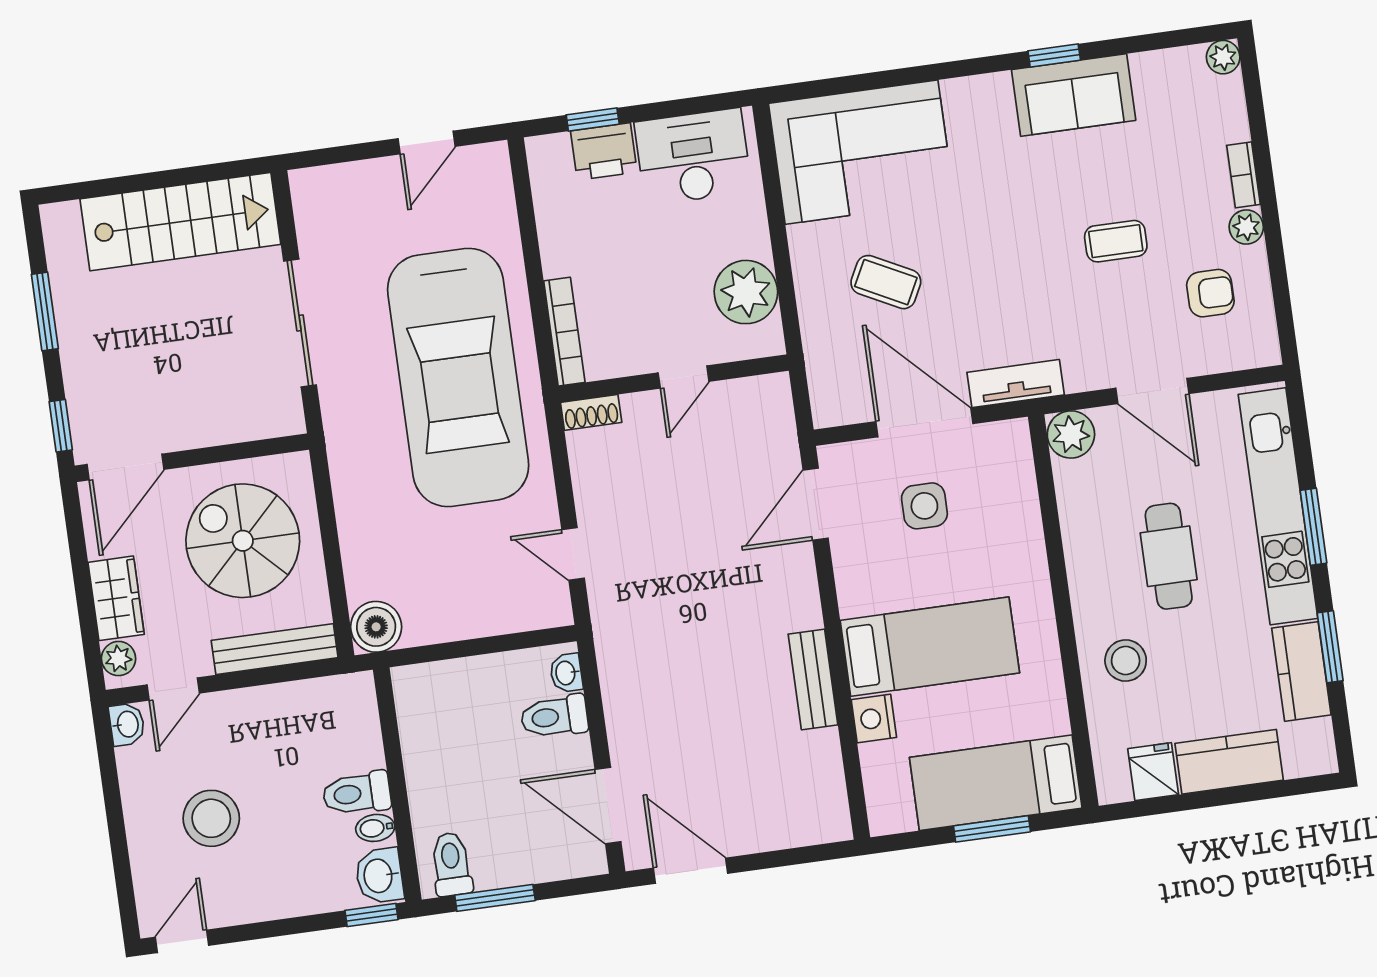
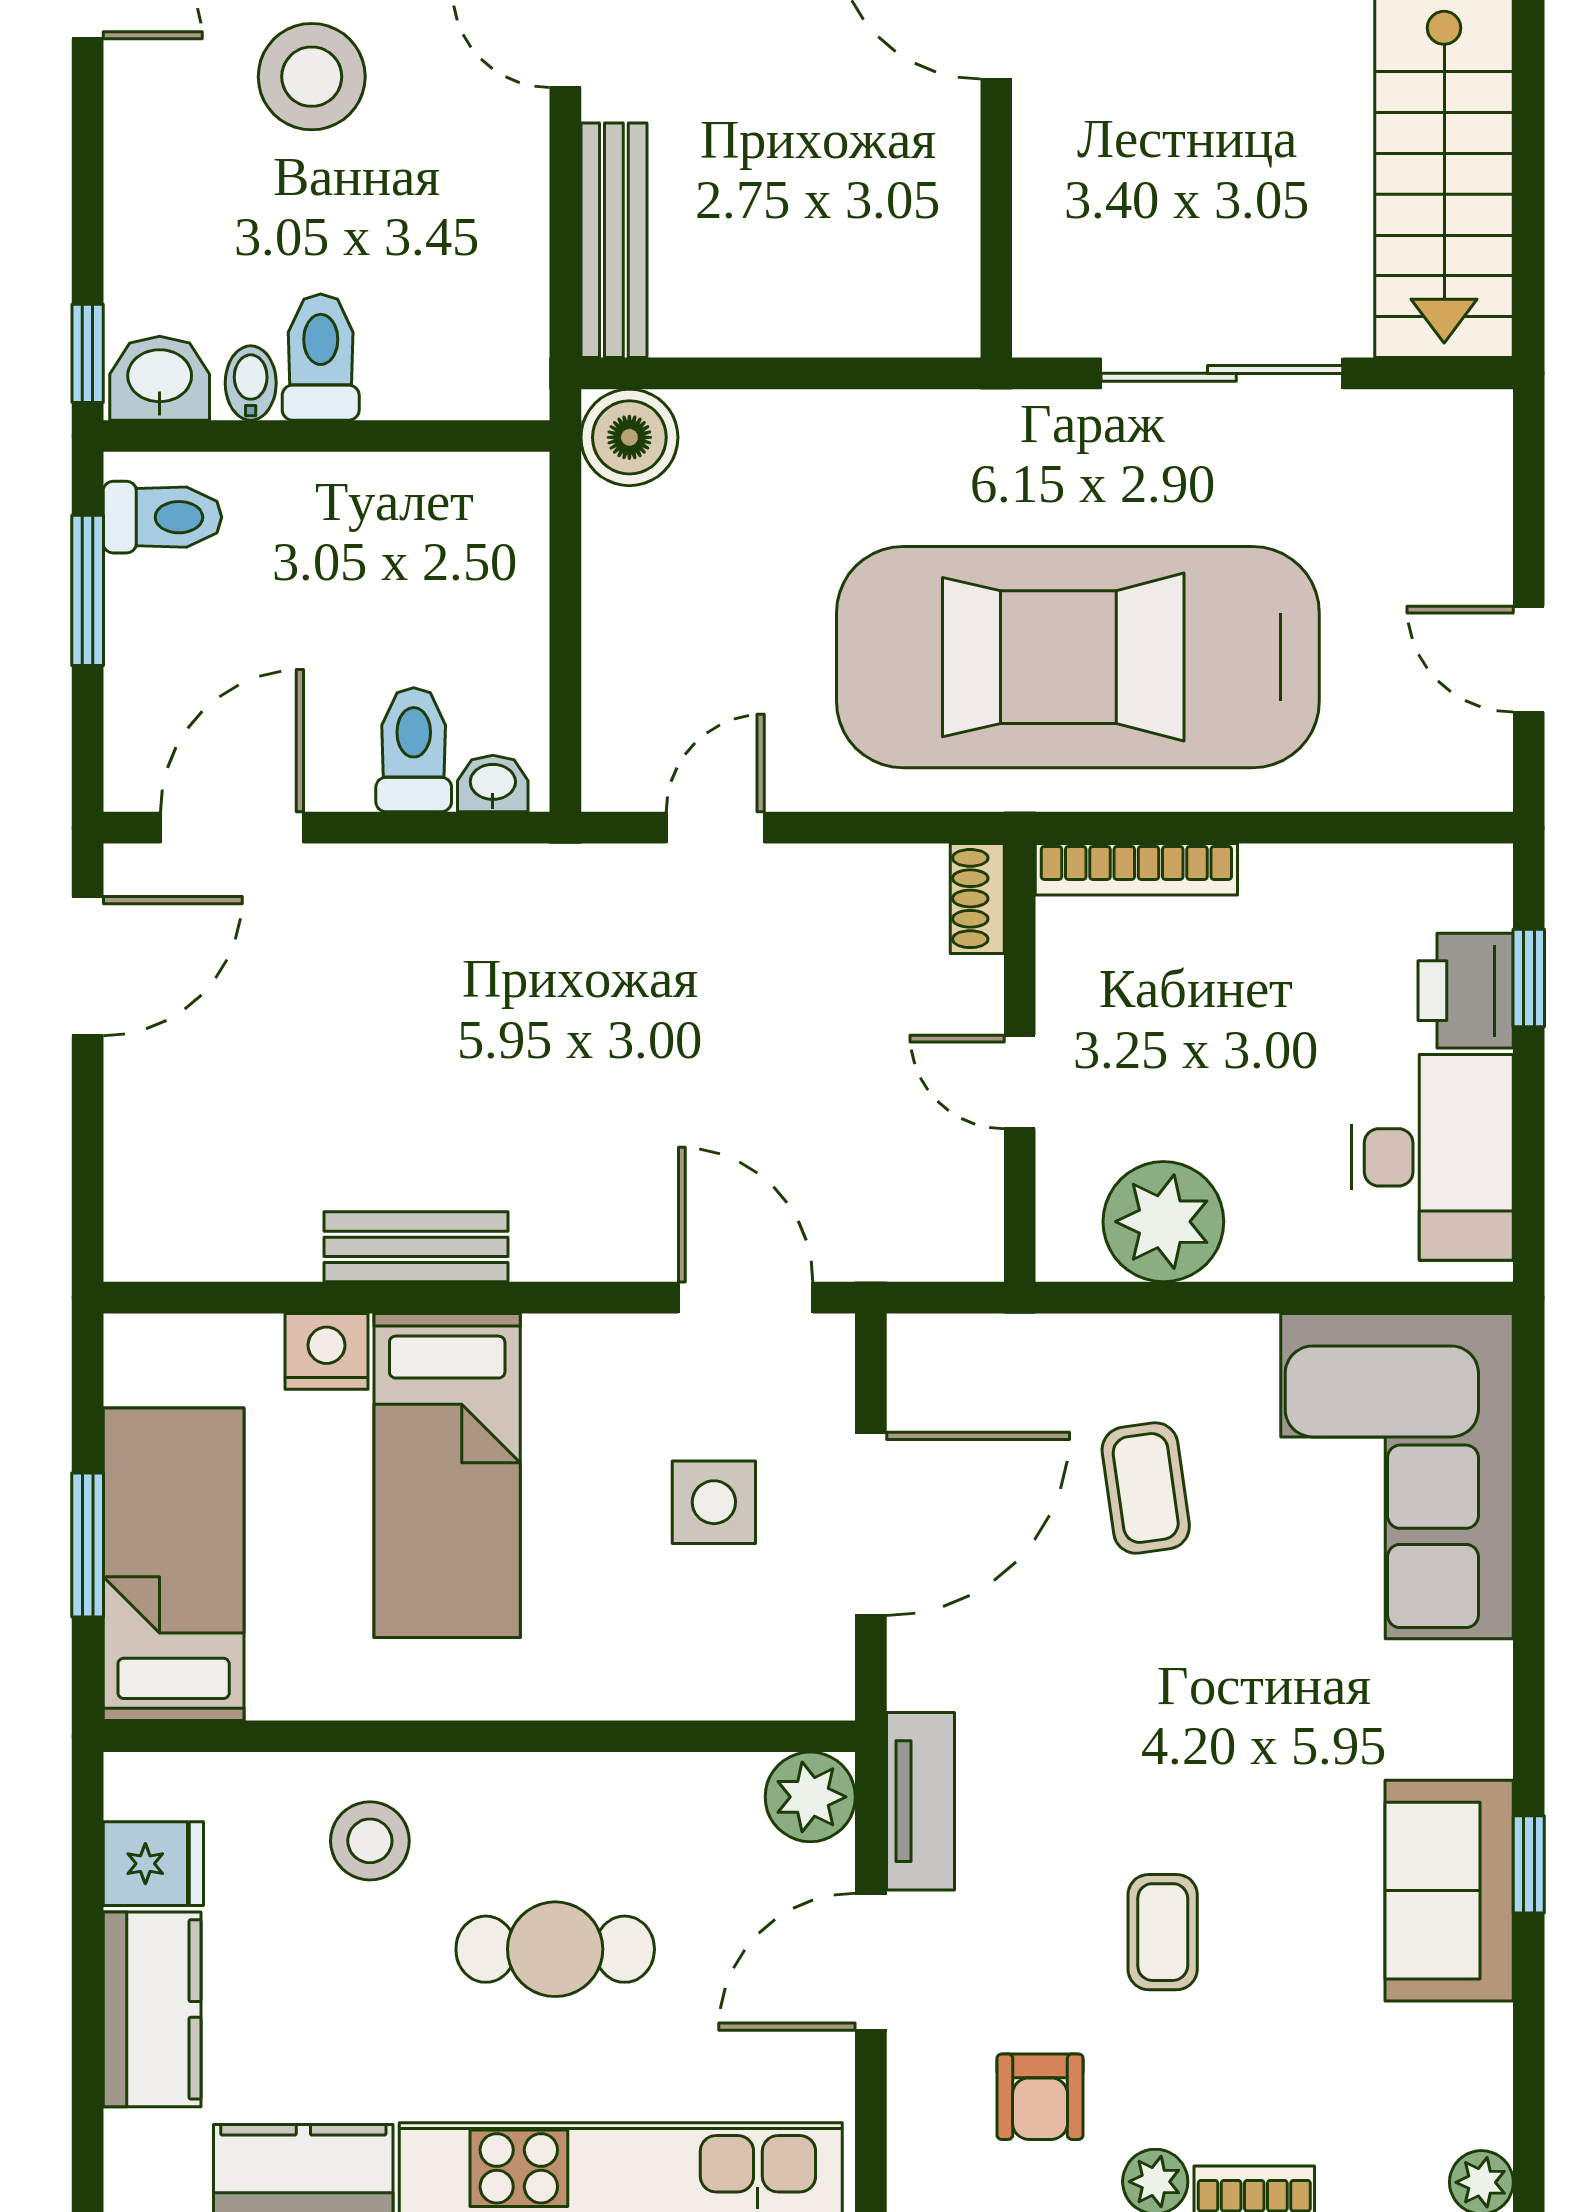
coffee table: (886, 282) -> (1146, 1488), turned -35
tv unit: (1016, 384) -> (920, 1801), moved
spiral stairs: (243, 541) -> (826, 209), removed

